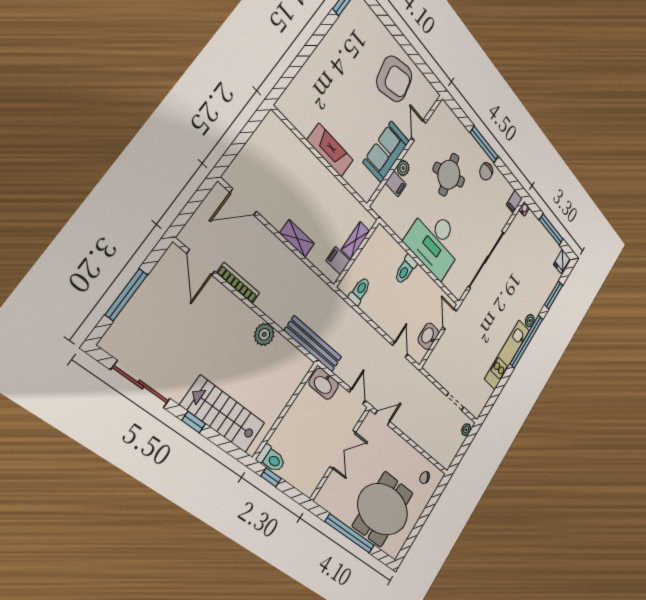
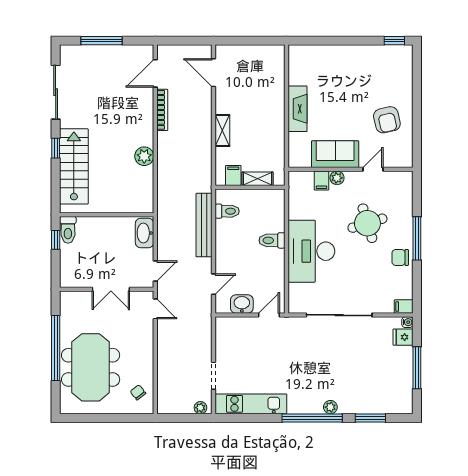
armchair: (394, 79) -> (387, 120), width x0.73, depth x0.73
fridge: (562, 261) -> (403, 337), moved
bench: (313, 344) -> (204, 225), moved
kitchen unit: (507, 355) -> (251, 404), moved

